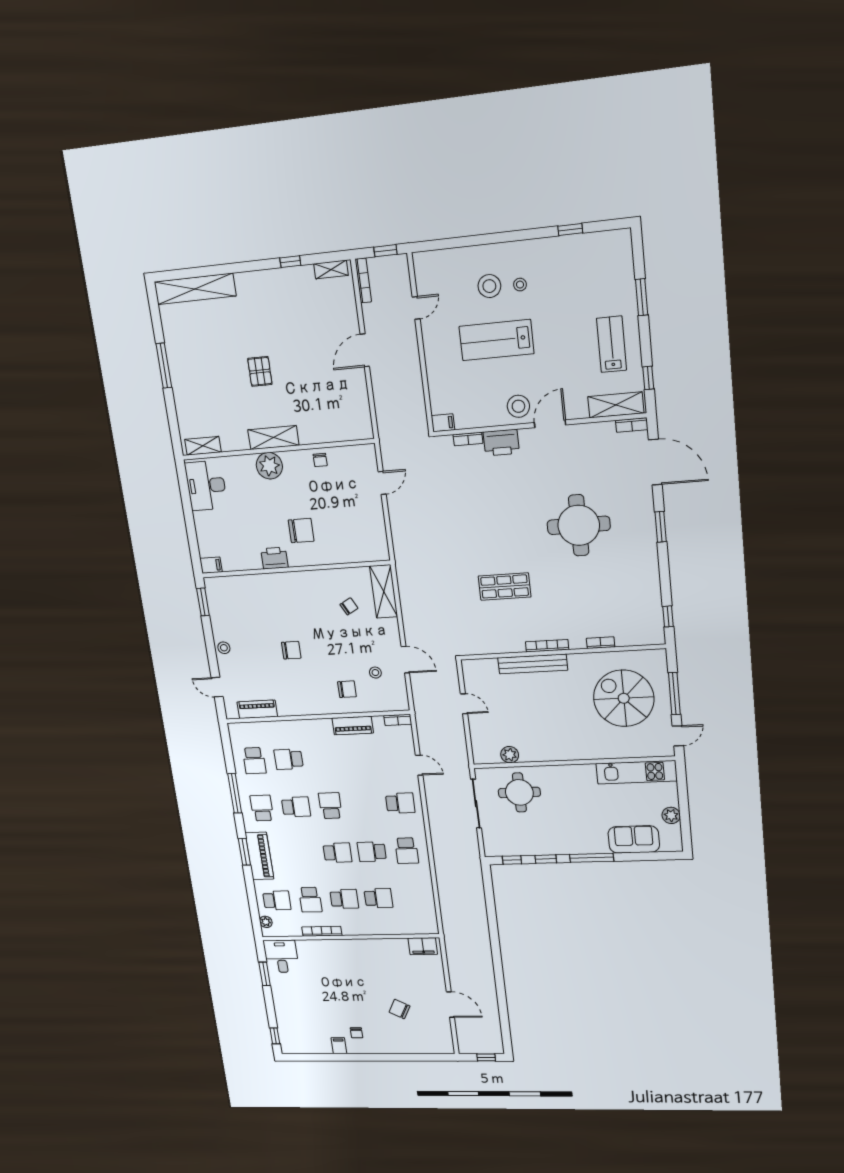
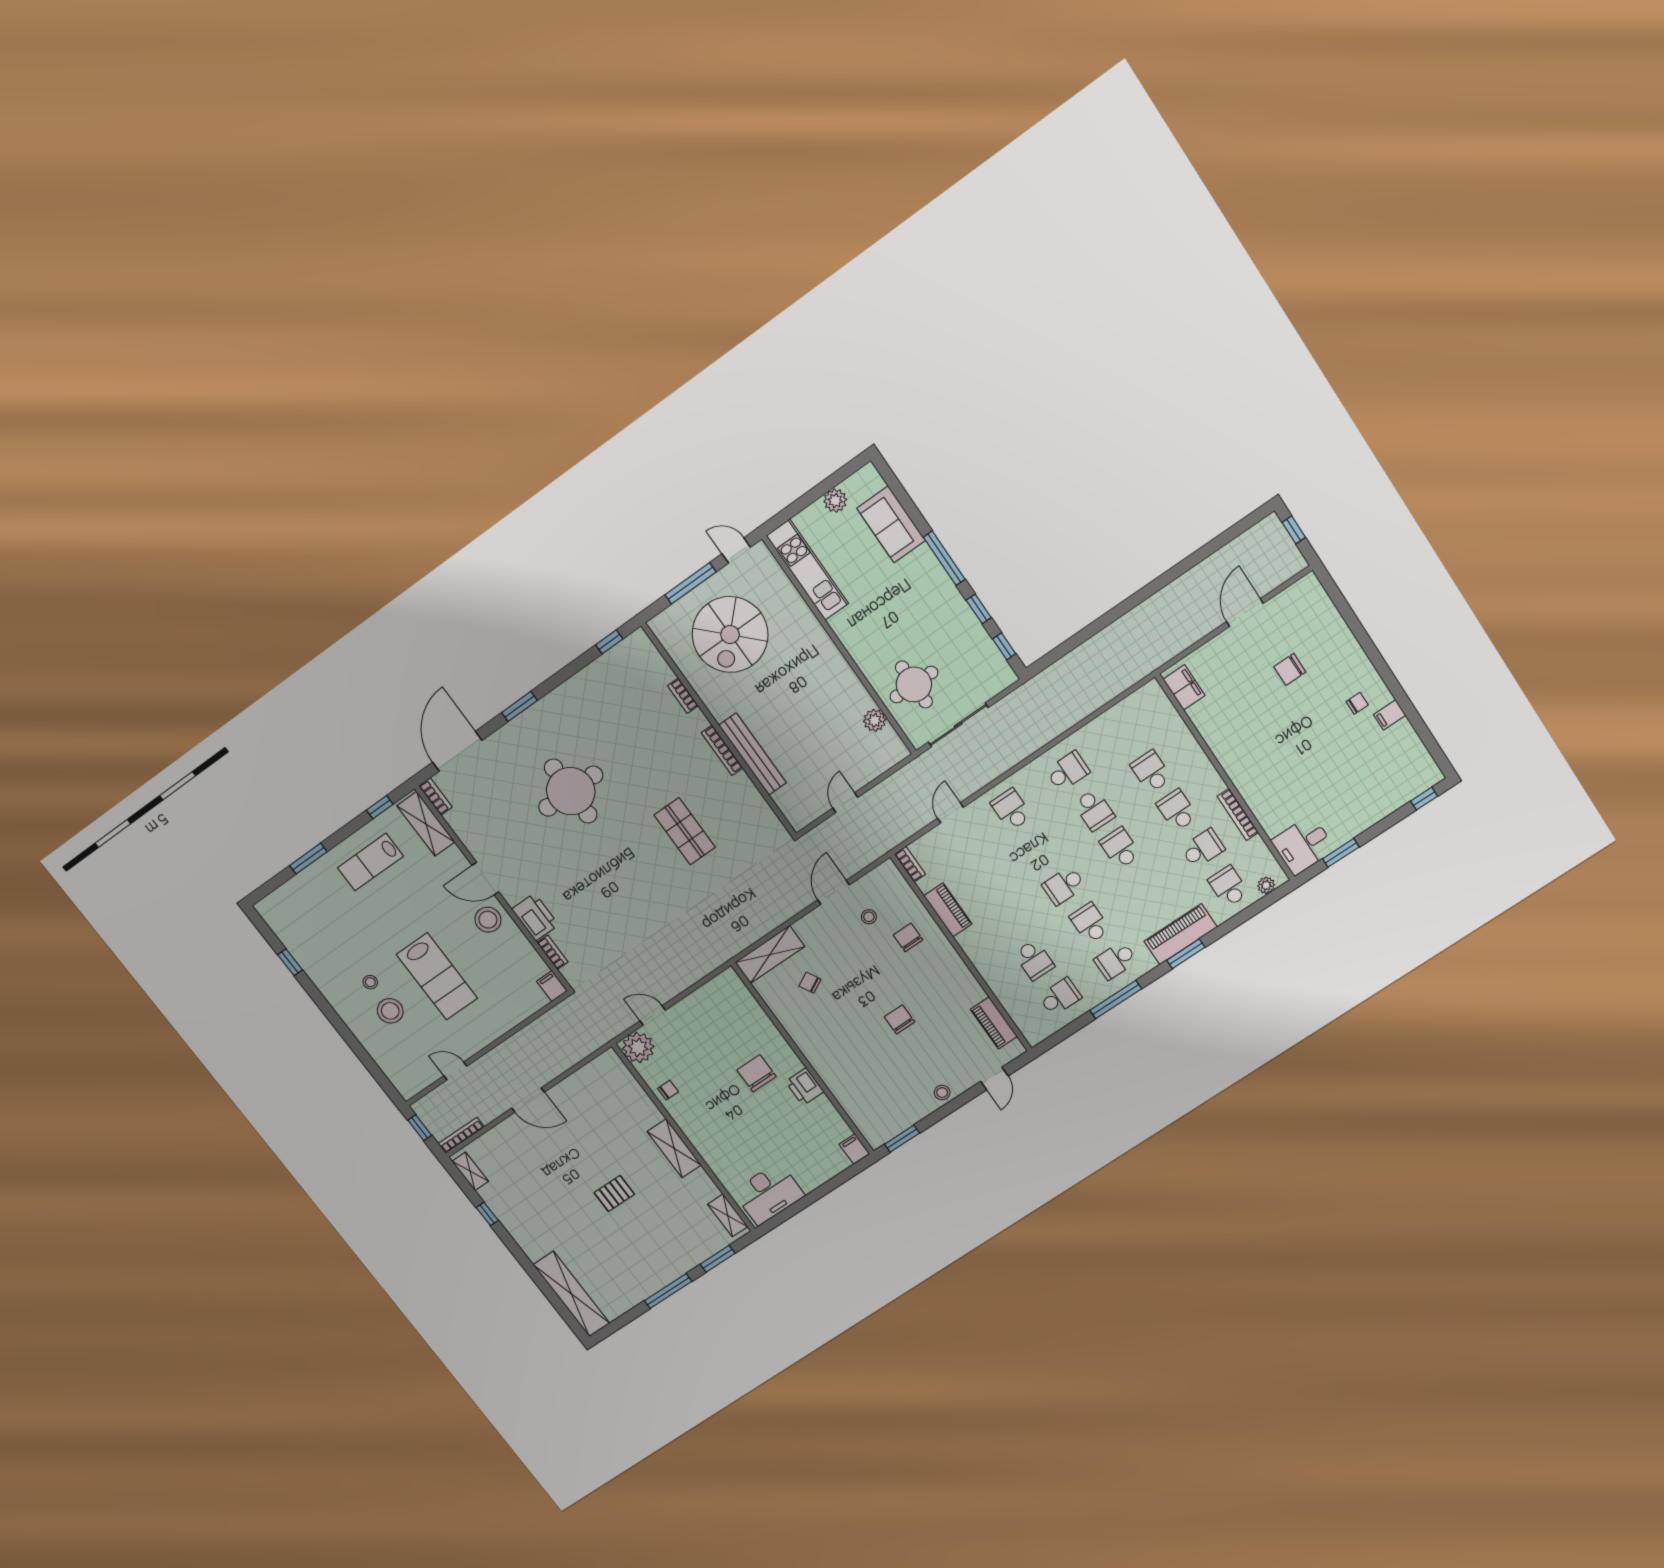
window: (173, 418) -> (718, 1259), added
plant: (269, 466) -> (638, 1048), moved
chair: (400, 1009) -> (1290, 669), turned 62

